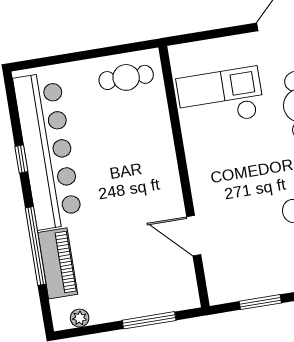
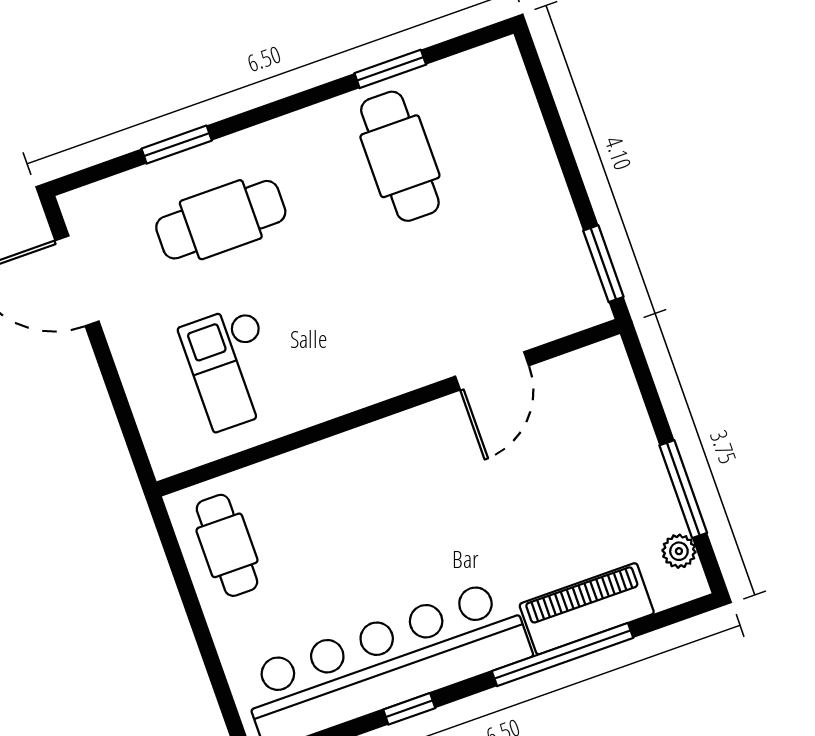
checkout: (220, 97) -> (232, 368), width x0.73, depth x0.83
window: (260, 302) -> (603, 264), moved
window: (149, 320) -> (683, 489), moved

